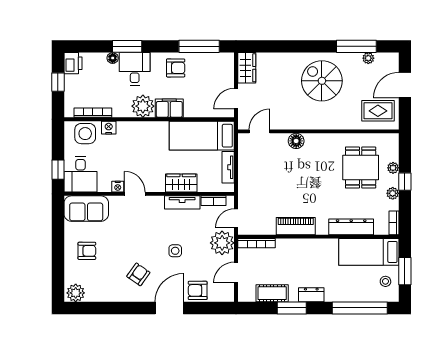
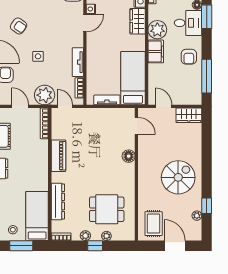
window: (356, 46) -> (207, 206), width x0.46
wardrobe: (181, 183) -> (138, 21), moved, turned 180

